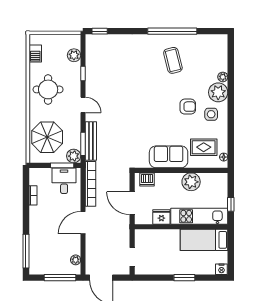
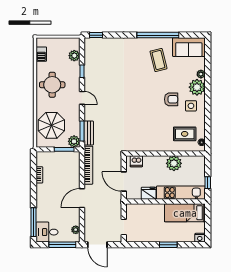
bench: (91, 141) -> (89, 133), width x0.73
sofa: (169, 157) -> (189, 47), moved, turned 180
desk: (64, 181) -> (47, 232), moved, turned -90

